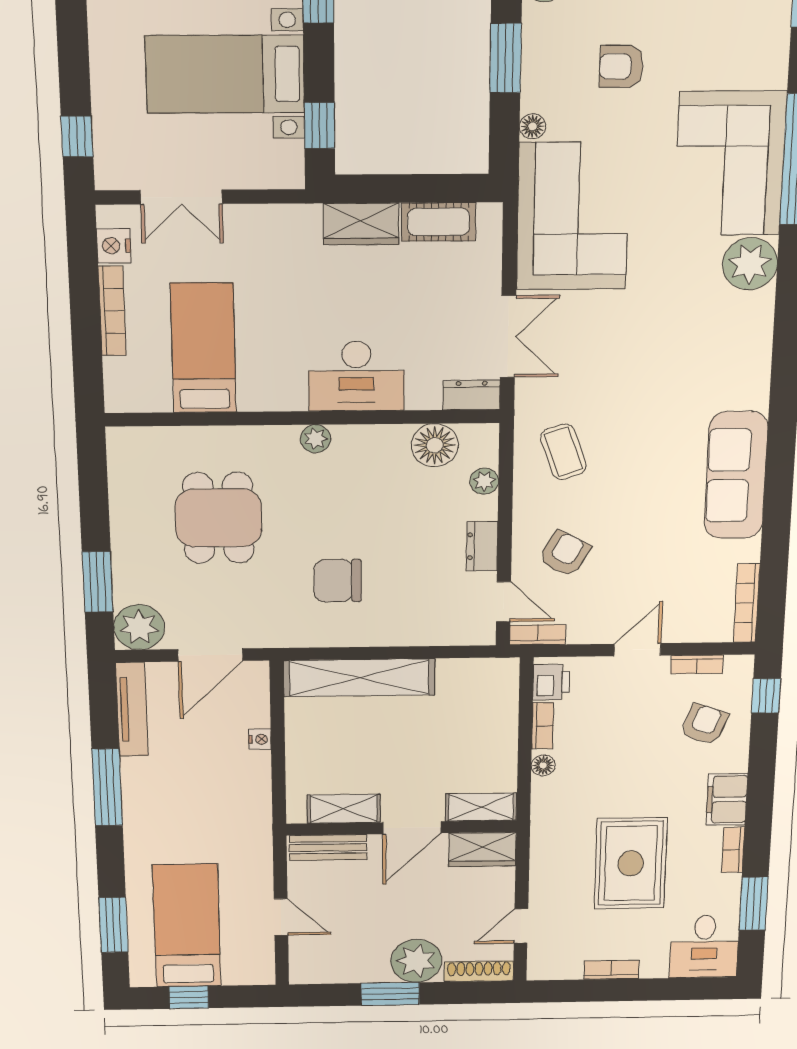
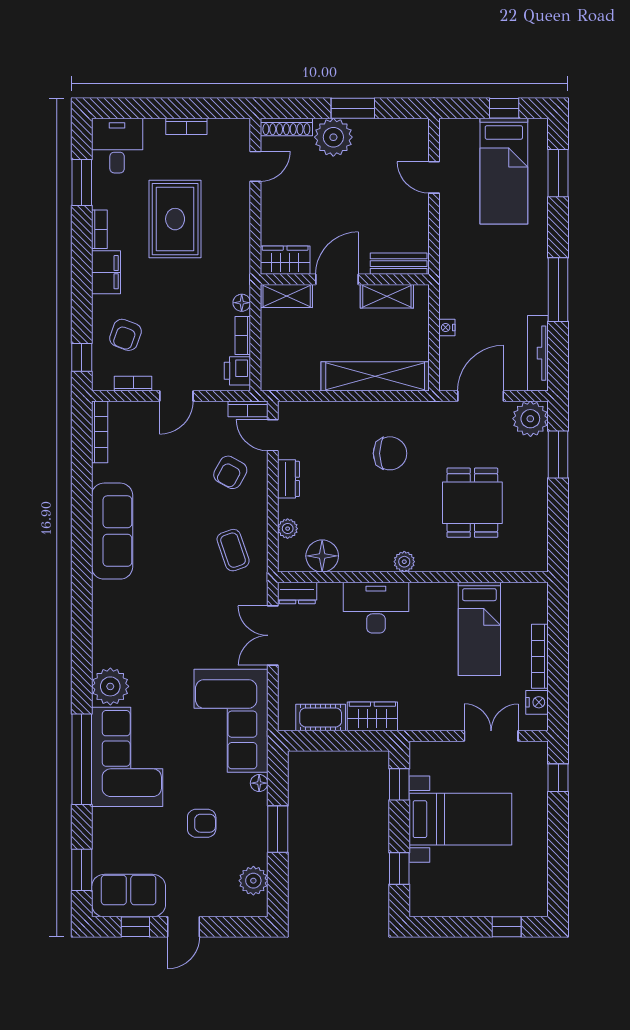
shelving: (481, 807) -> (287, 296), moved
shelving: (344, 809) -> (387, 296), moved
wall: (401, 828) -> (345, 279), moved
door: (412, 828) -> (337, 279), moved
bench: (328, 848) -> (399, 264), moved
wardrobe: (482, 849) -> (285, 260), moved

